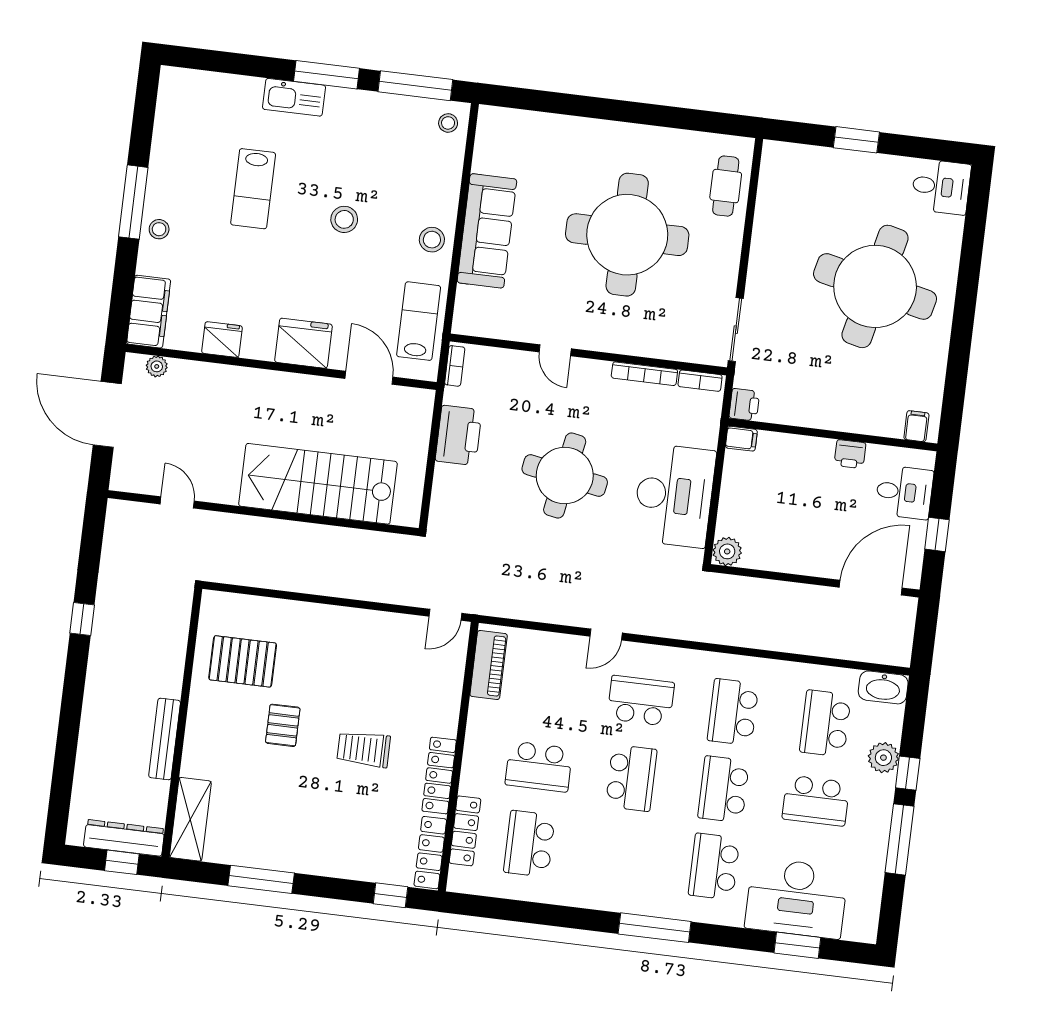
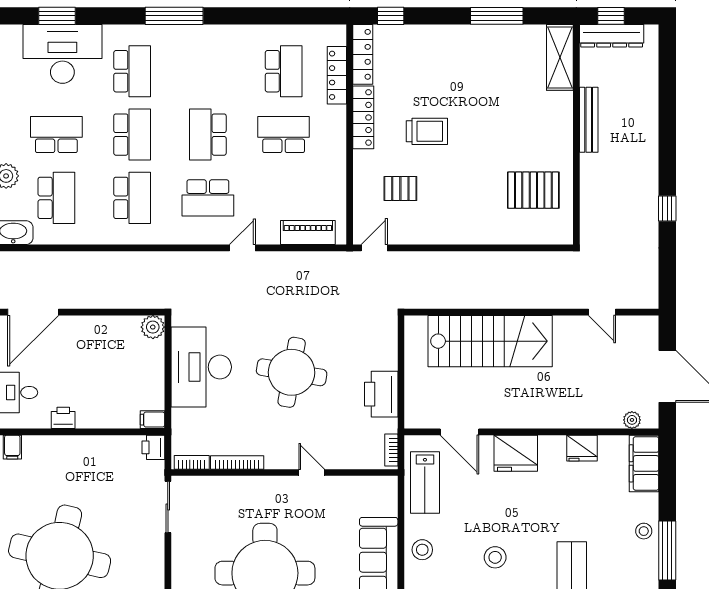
piano: (489, 665) -> (308, 233), moved, turned 90
pallet: (283, 725) -> (400, 188), moved, turned 90

